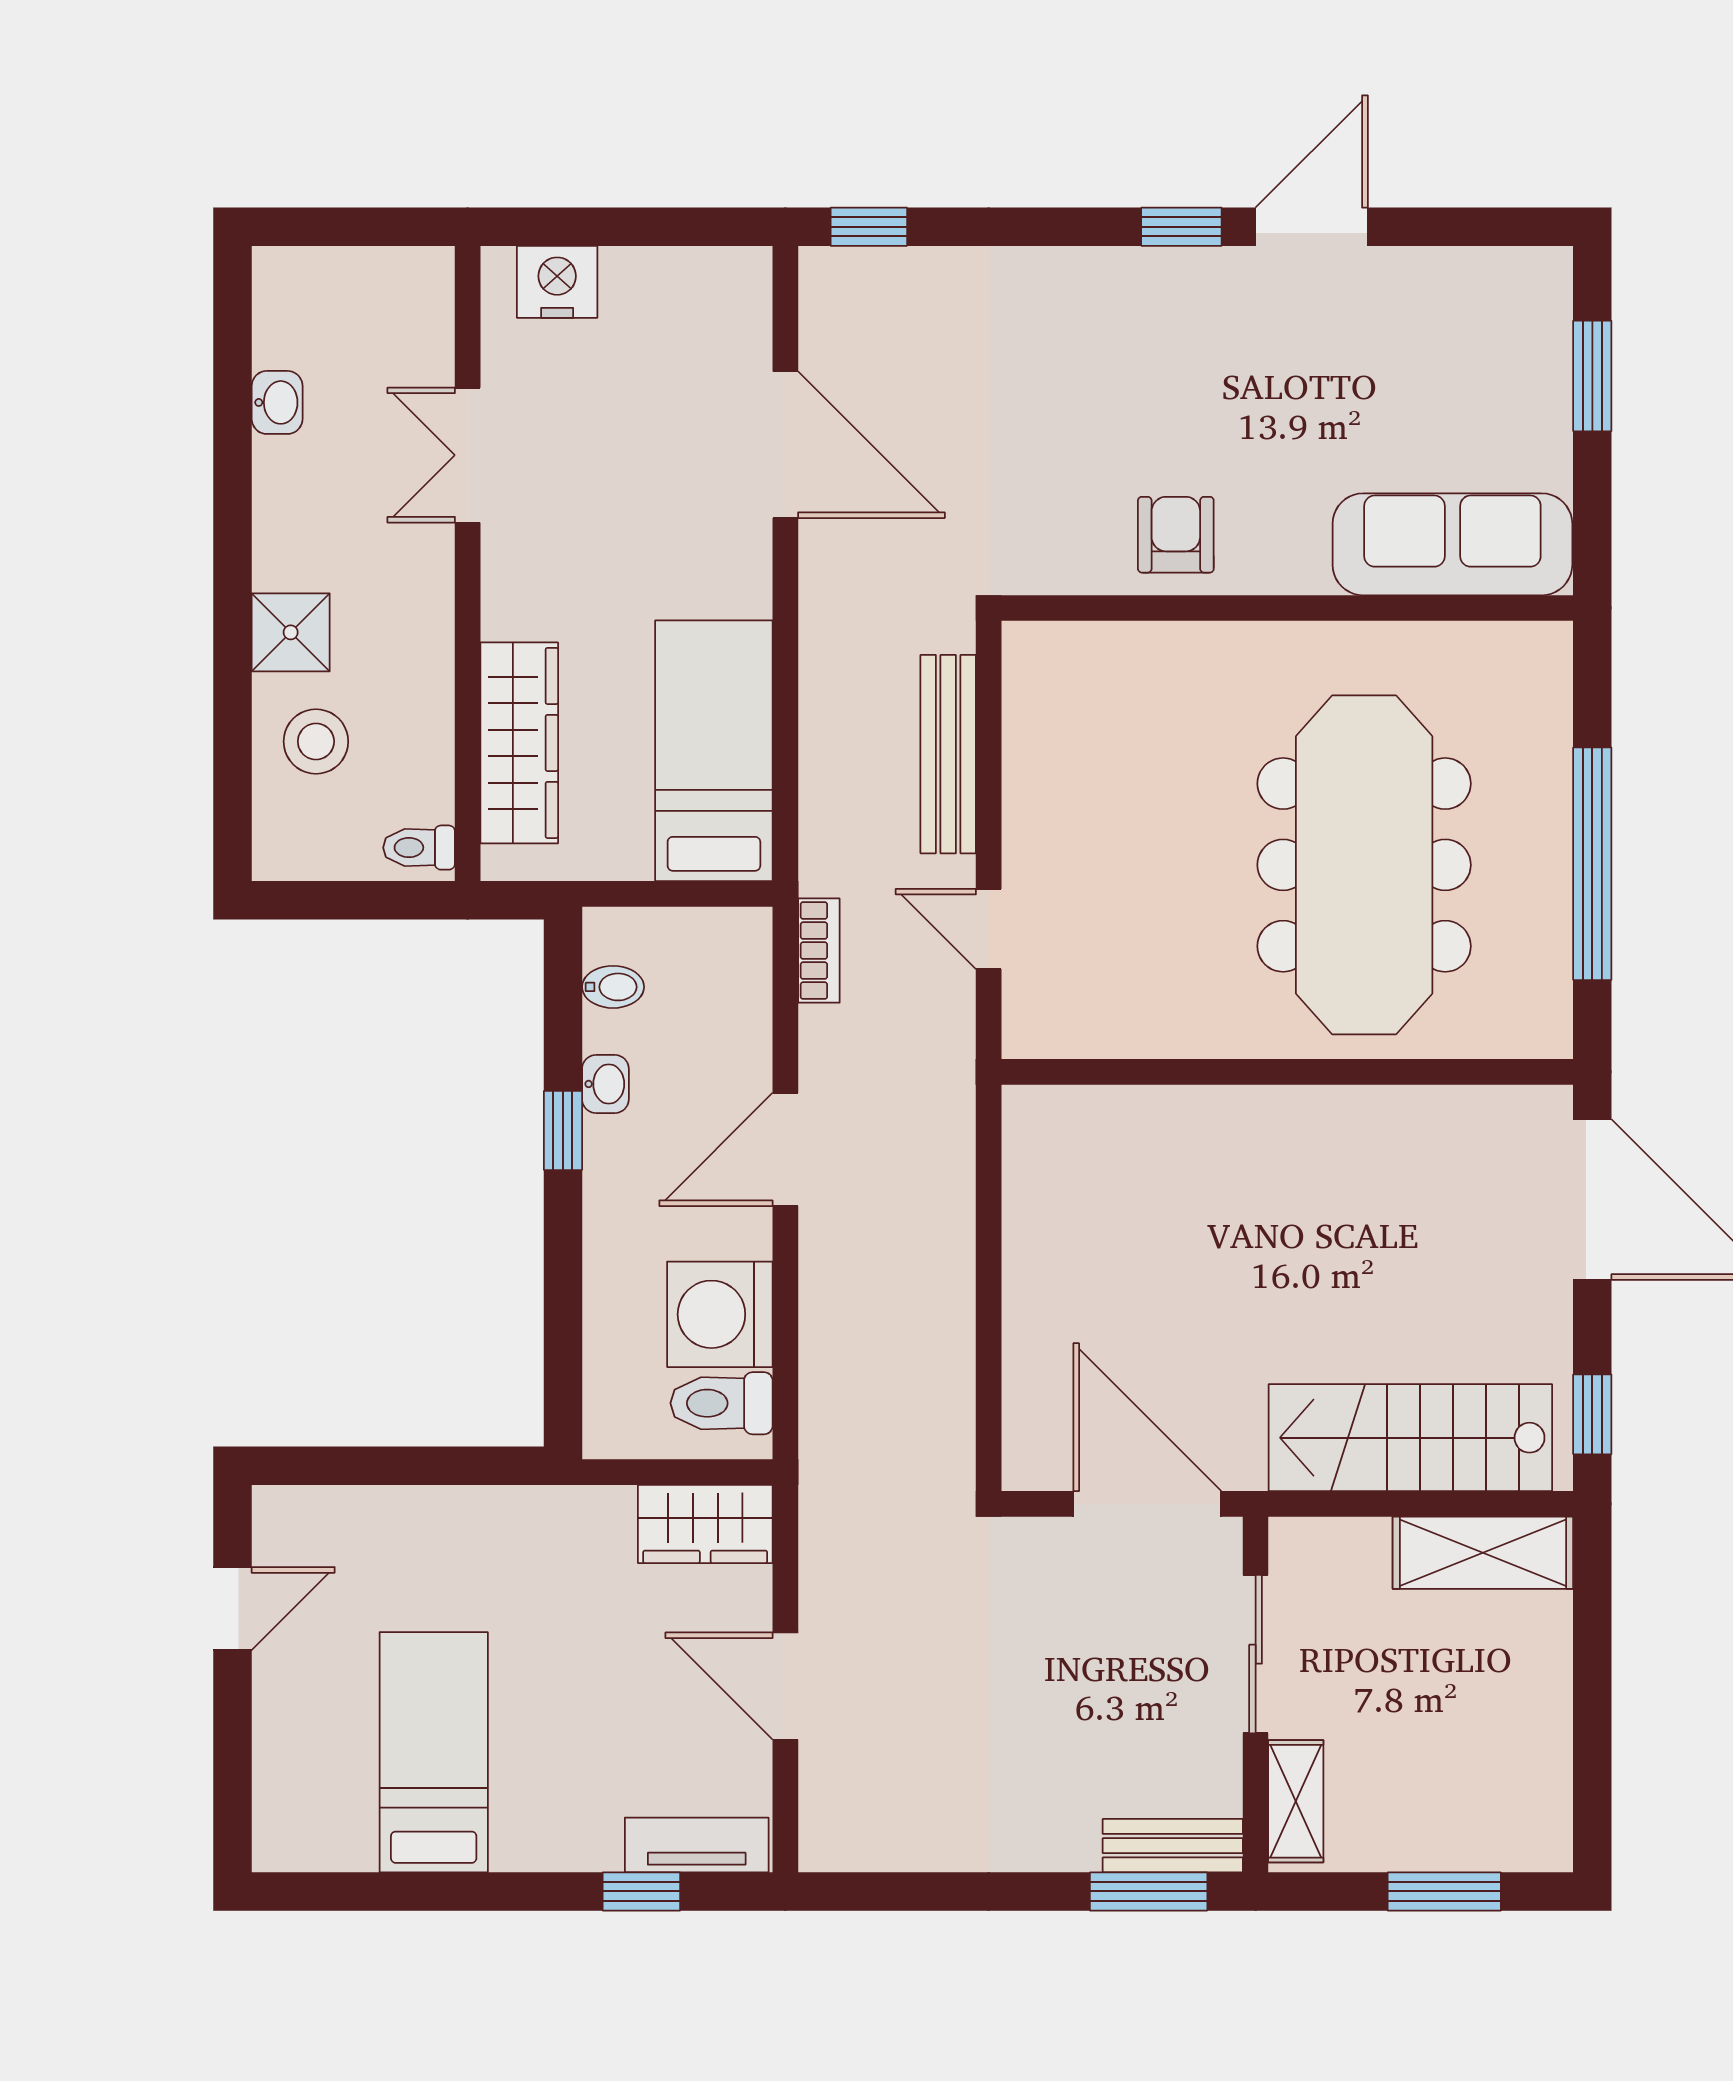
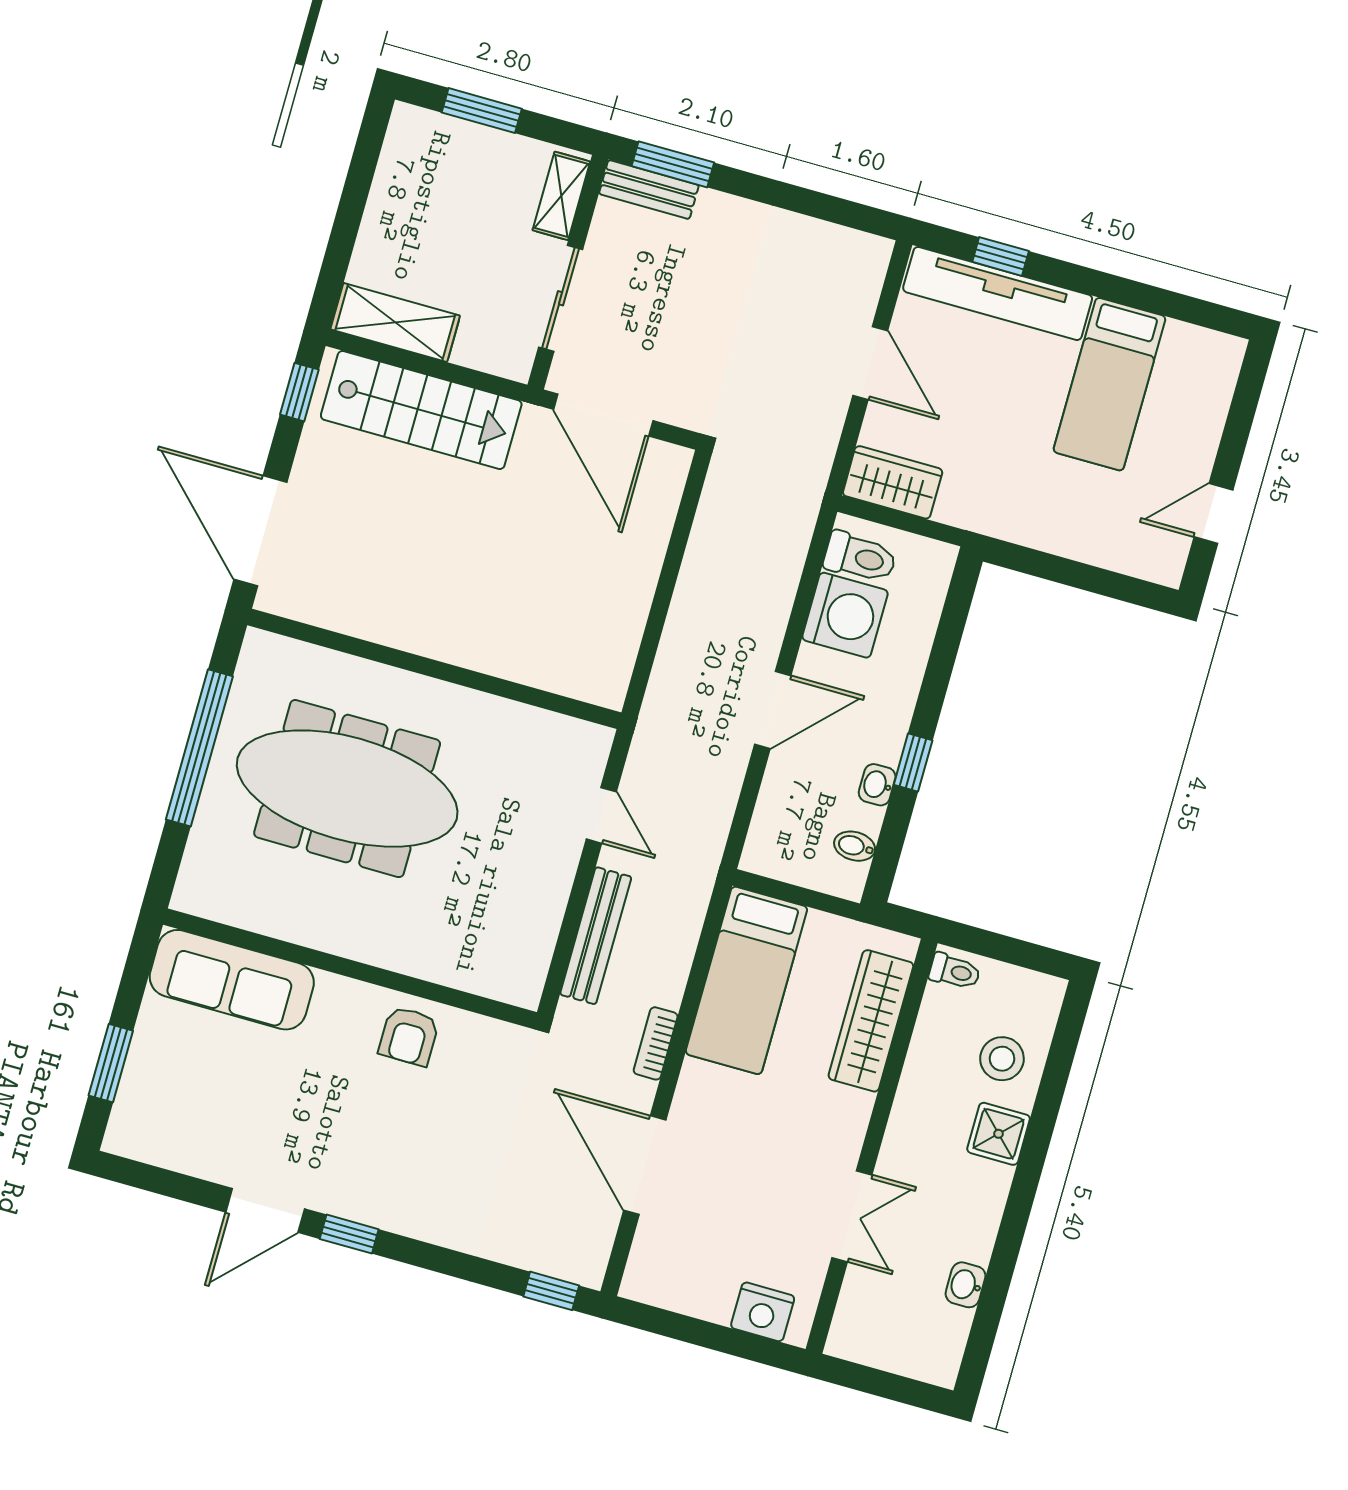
meeting table: (1364, 865) -> (347, 789), turned 90
bookcase: (819, 951) -> (656, 1043), moved
tv unit: (697, 1845) -> (998, 293), width x1.92, depth x1.29

